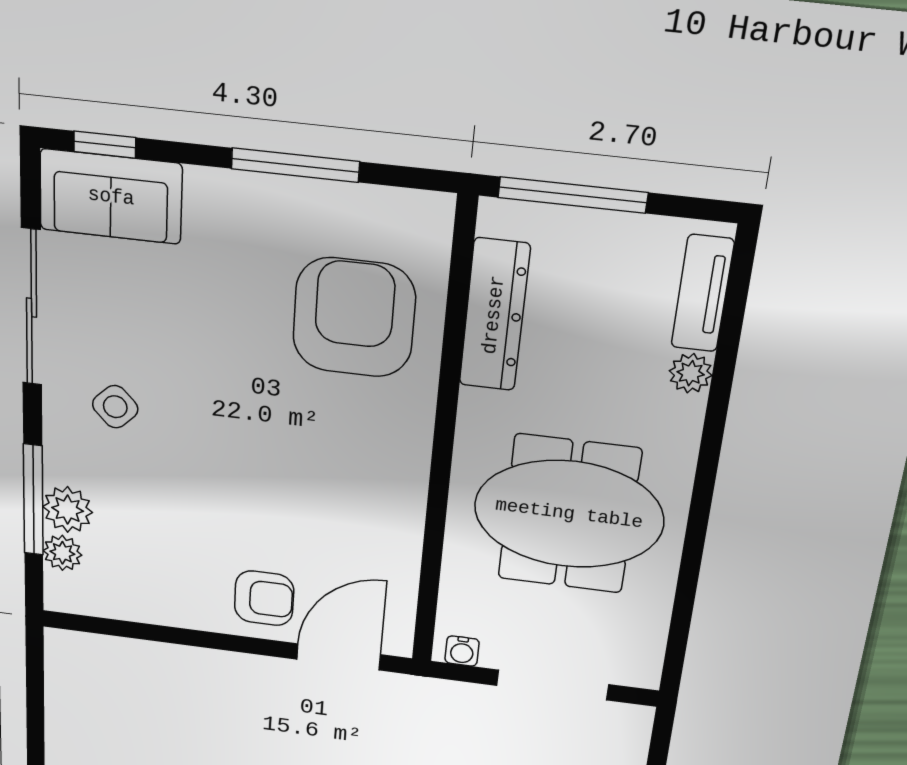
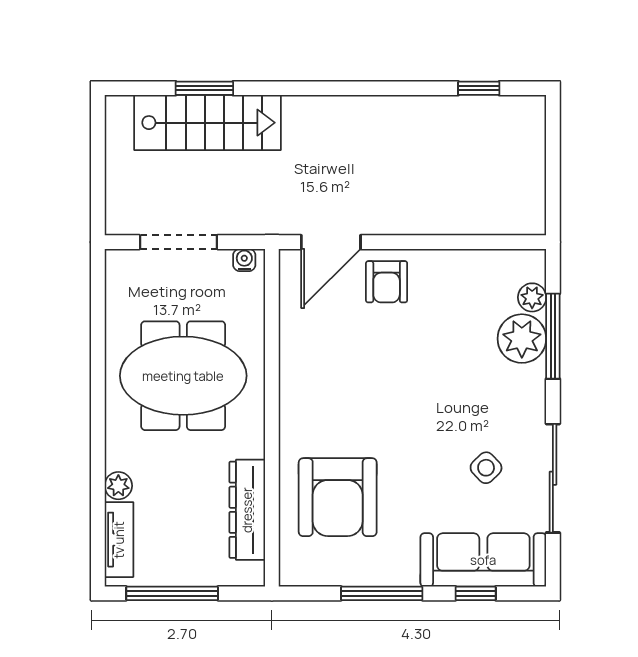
window: (105, 145) -> (476, 593), moved
window: (573, 195) -> (172, 593), moved
sofa: (111, 197) -> (483, 560), width x1.36
side table: (115, 407) -> (486, 468), moved
plant: (68, 509) -> (522, 339), width x1.36, depth x1.36
armchair: (264, 598) -> (387, 282), turned -90

